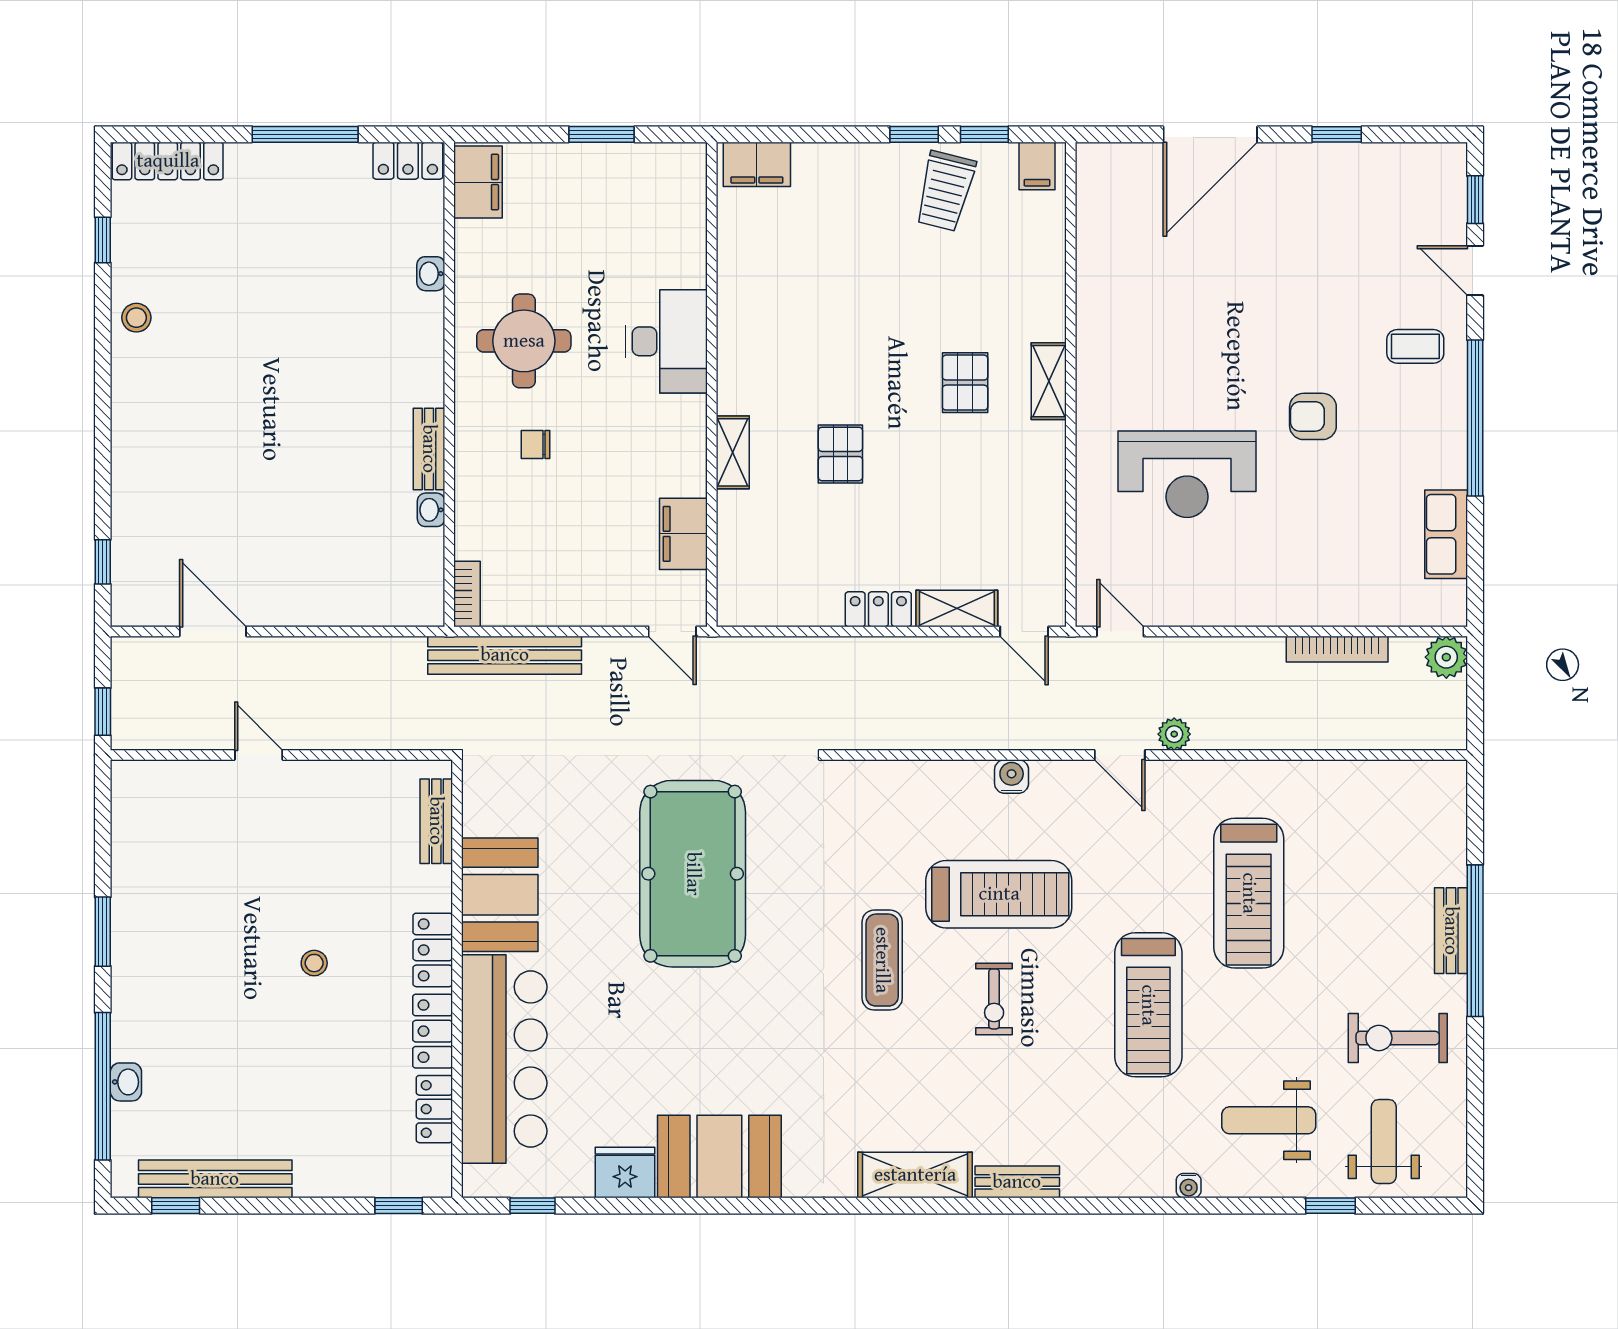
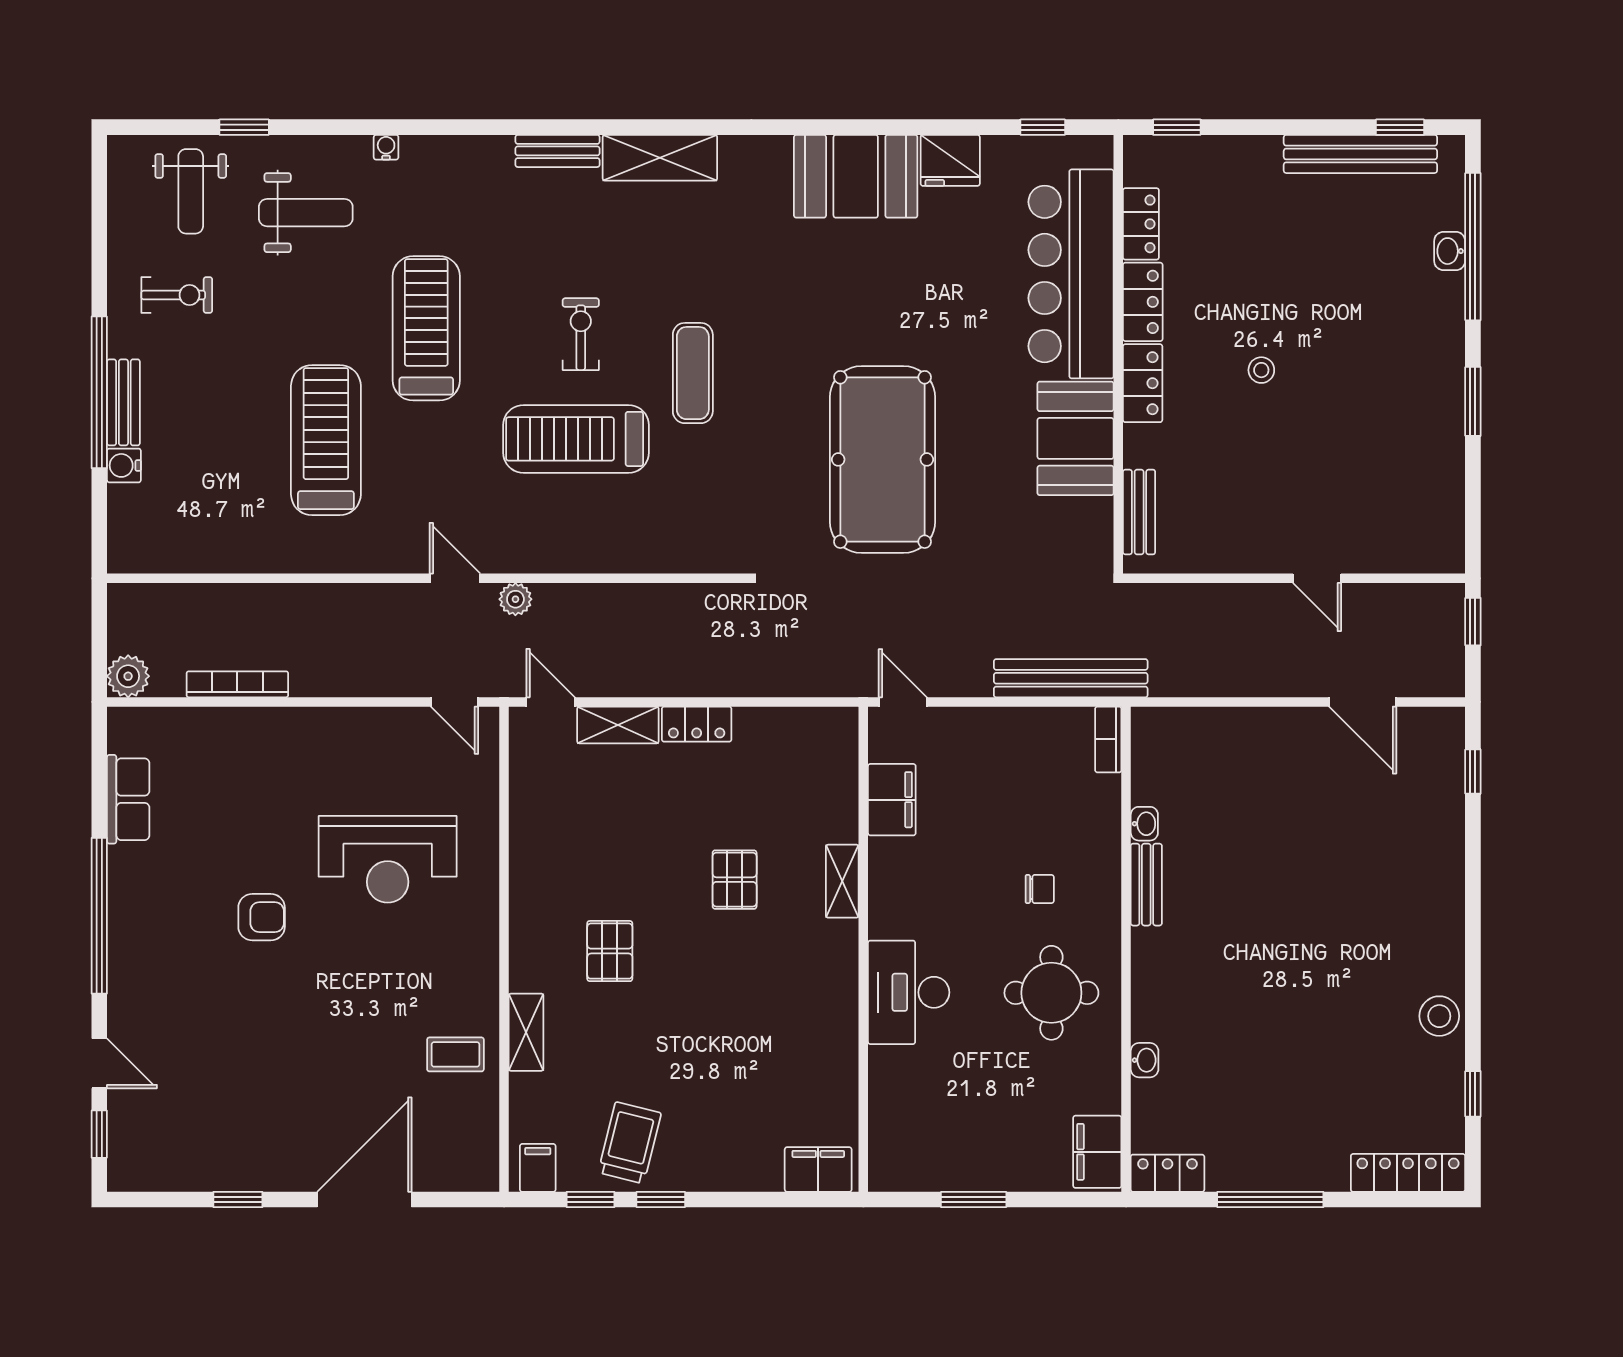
stool: (136, 318) -> (1439, 1016), width x1.37, depth x1.37
coffee table: (1415, 346) -> (455, 1054), moved
shelving: (1049, 381) -> (526, 1032), moved
reception desk: (1187, 474) -> (388, 859), turned 180
plant: (1174, 734) -> (515, 599), moved
water cooler: (1012, 776) -> (124, 465), moved, turned 90
exercise bike: (1398, 1038) -> (177, 295), width x0.73, depth x0.72

